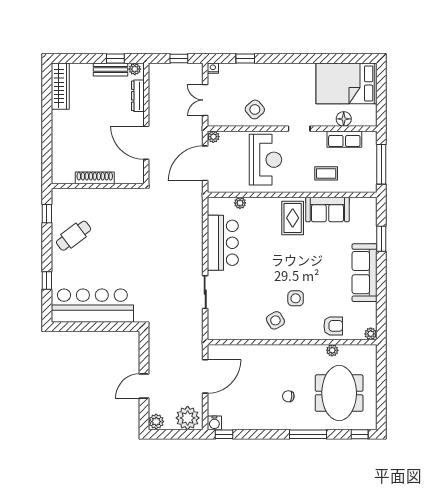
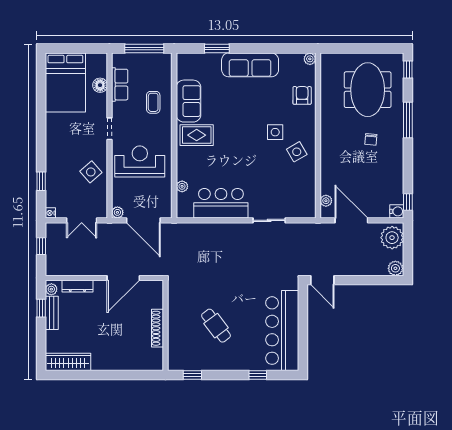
cafe table: (74, 236) -> (216, 326), moved
plant: (332, 350) -> (326, 201), moved
door: (144, 386) -> (322, 280), moved
meeting table: (339, 393) -> (368, 90), turned 90

